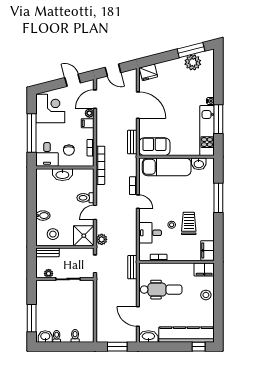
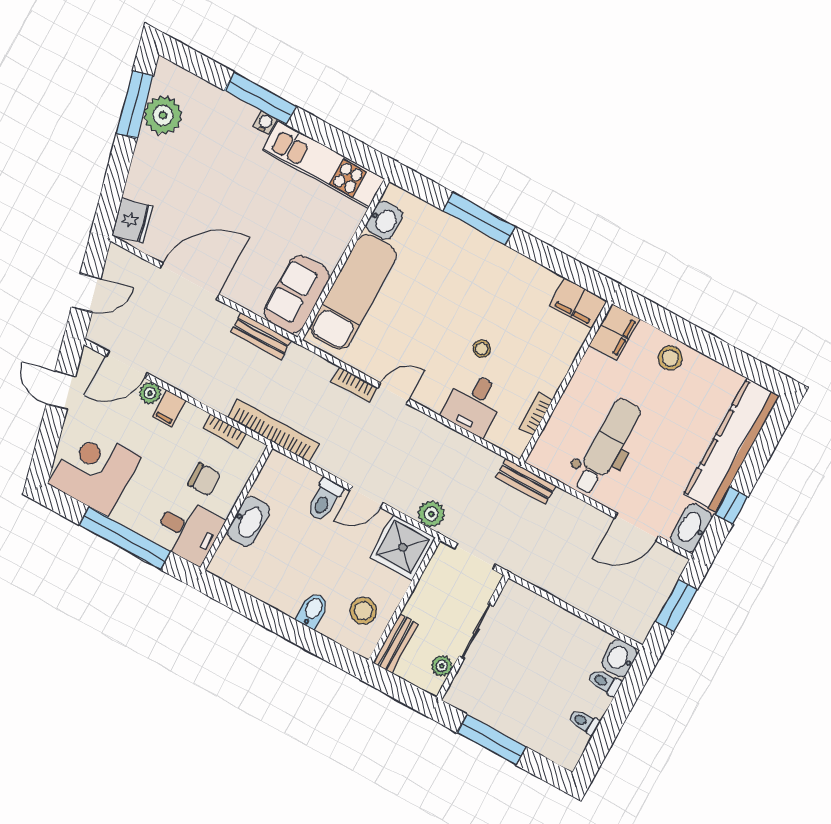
door: (73, 80) -> (61, 390), hinge flipped
door: (95, 99) -> (127, 365), hinge flipped
window: (218, 119) -> (260, 98), moved
door: (95, 212) -> (367, 497), hinge flipped
trolley: (189, 223) -> (499, 311), removed
window: (32, 318) -> (491, 740), moved
washbasin: (45, 336) -> (619, 658), moved
window: (199, 347) -> (731, 506), moved

